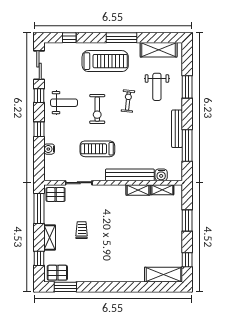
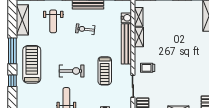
window: (69, 38) -> (12, 81), moved
weight bench: (157, 87) -> (53, 21), turned 90
exercise bike: (128, 101) -> (85, 29), moved
trolley: (82, 230) -> (148, 68), moved

